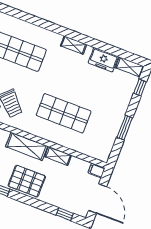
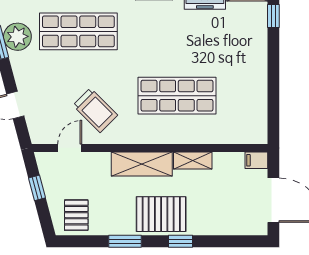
window: (125, 127) -> (273, 82), removed
window: (65, 214) -> (181, 241), moved

